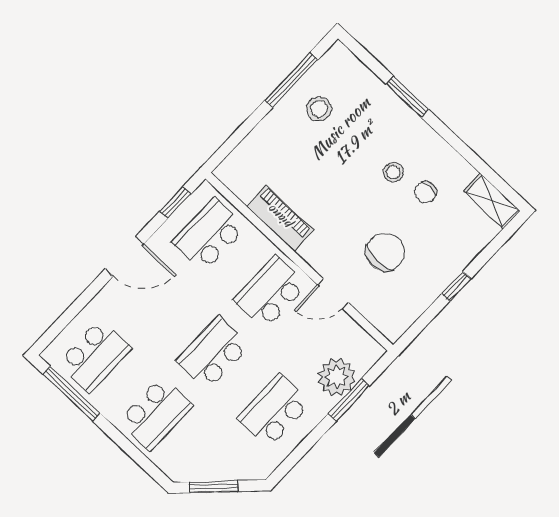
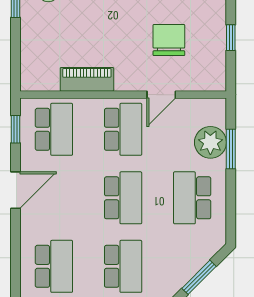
school desk: (209, 235) -> (54, 129), turned 180
window: (456, 286) -> (231, 38), moved
school desk: (270, 293) -> (123, 129), turned 180
school desk: (213, 353) -> (123, 198), turned 180

